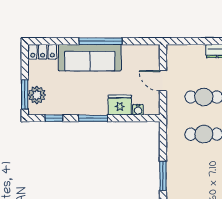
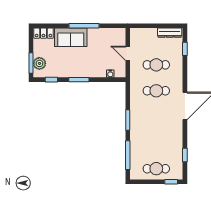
sofa: (90, 58) -> (71, 37), width x0.73
fridge: (120, 105) -> (98, 70), removed

